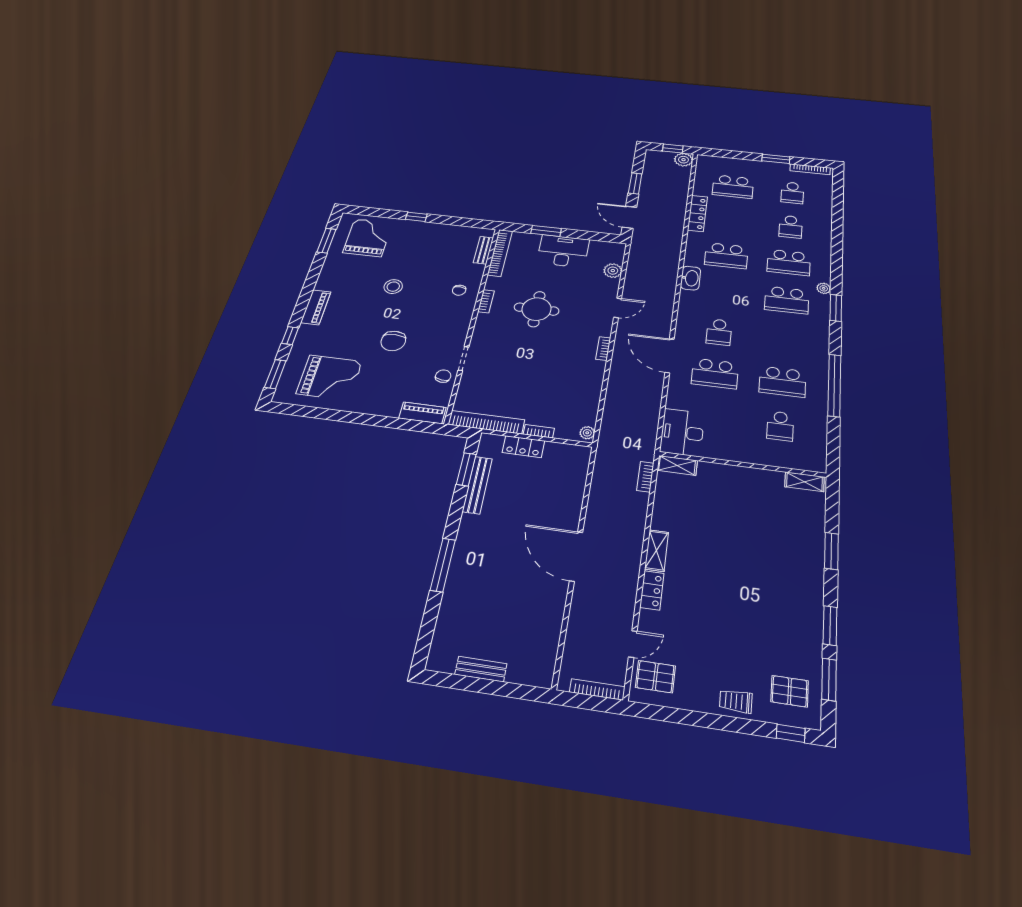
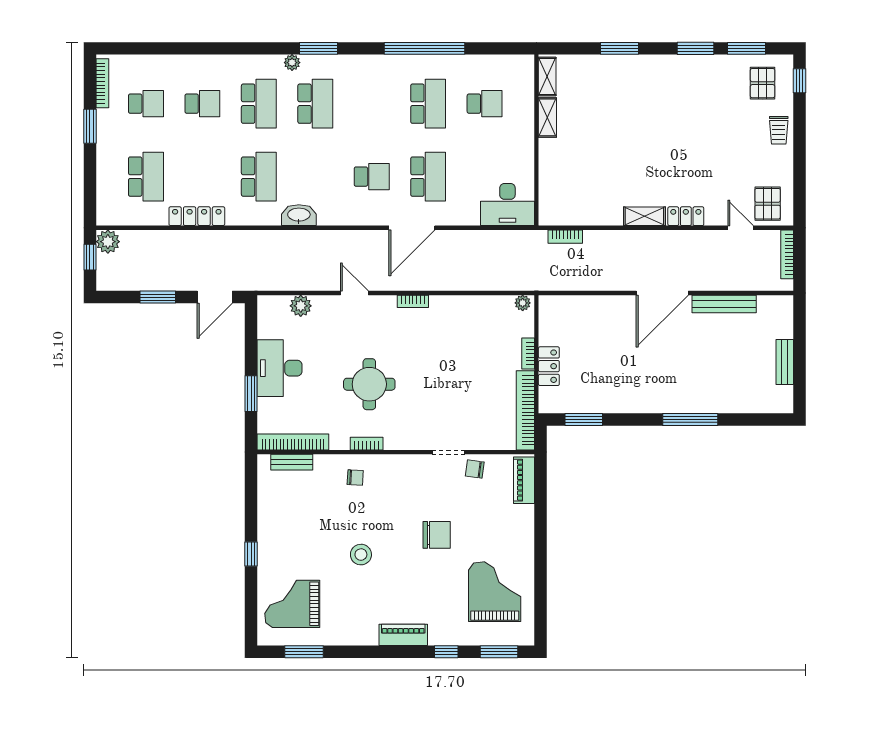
shelving: (677, 465) -> (547, 117), moved
bench: (477, 485) -> (724, 304), moved

